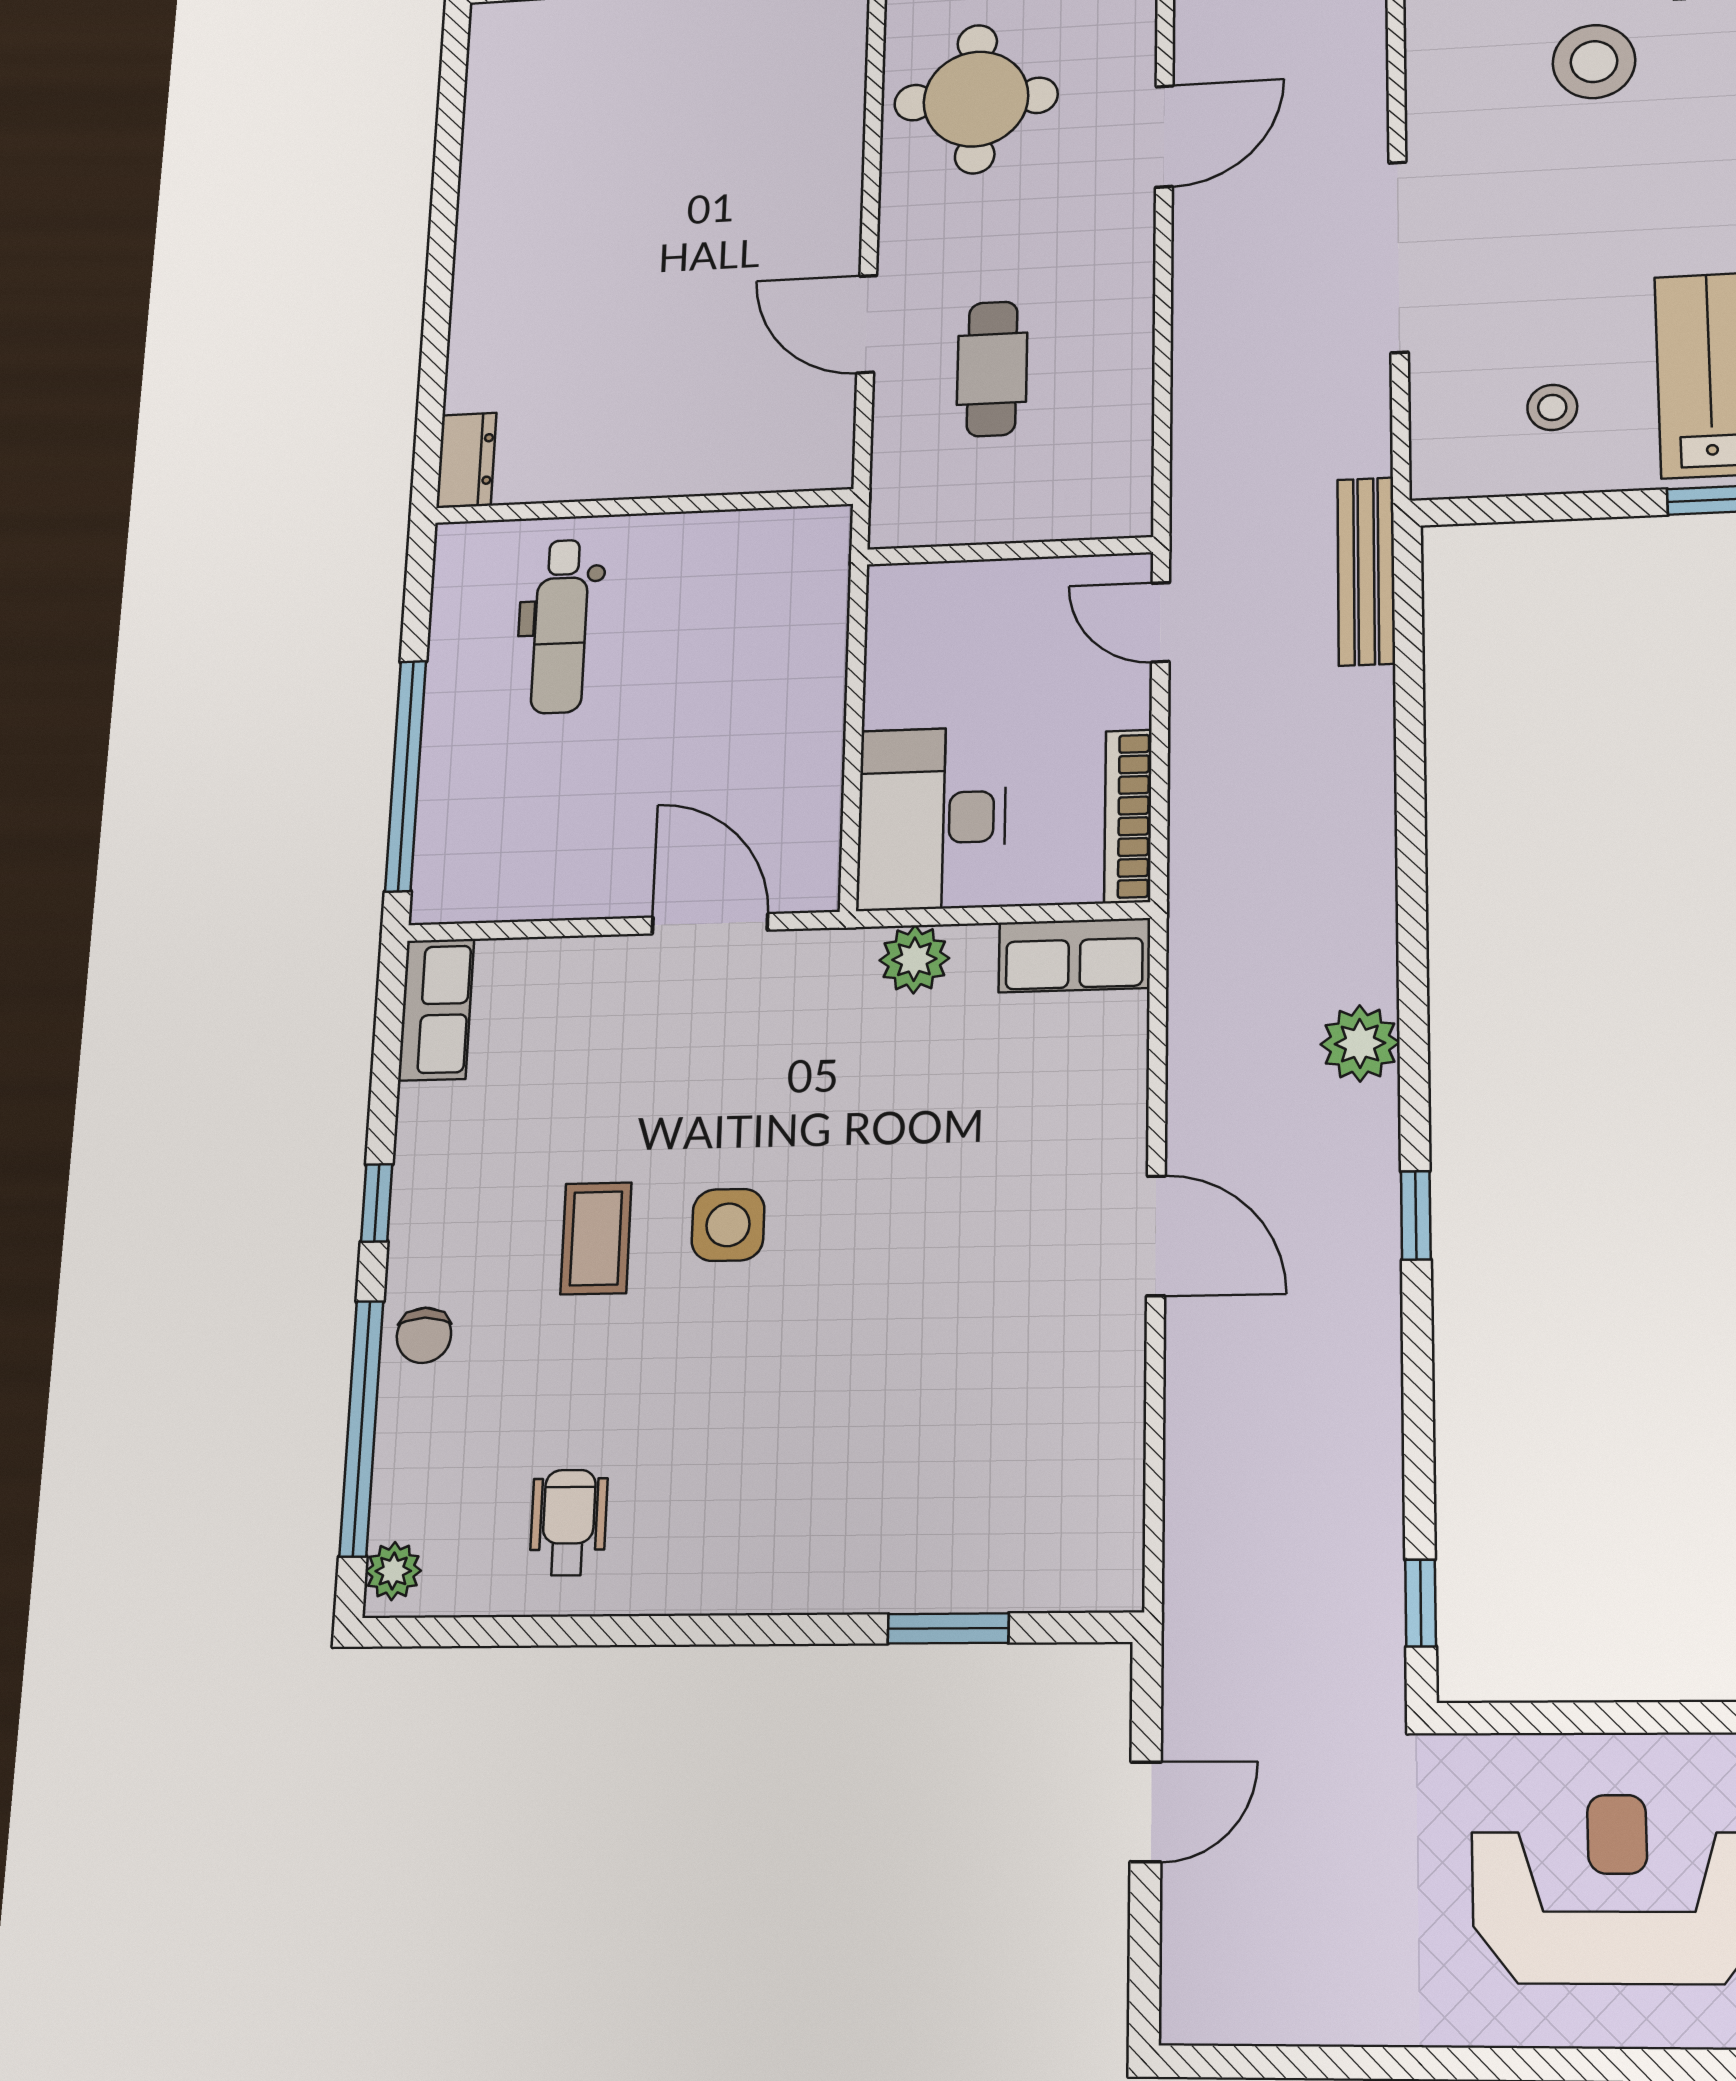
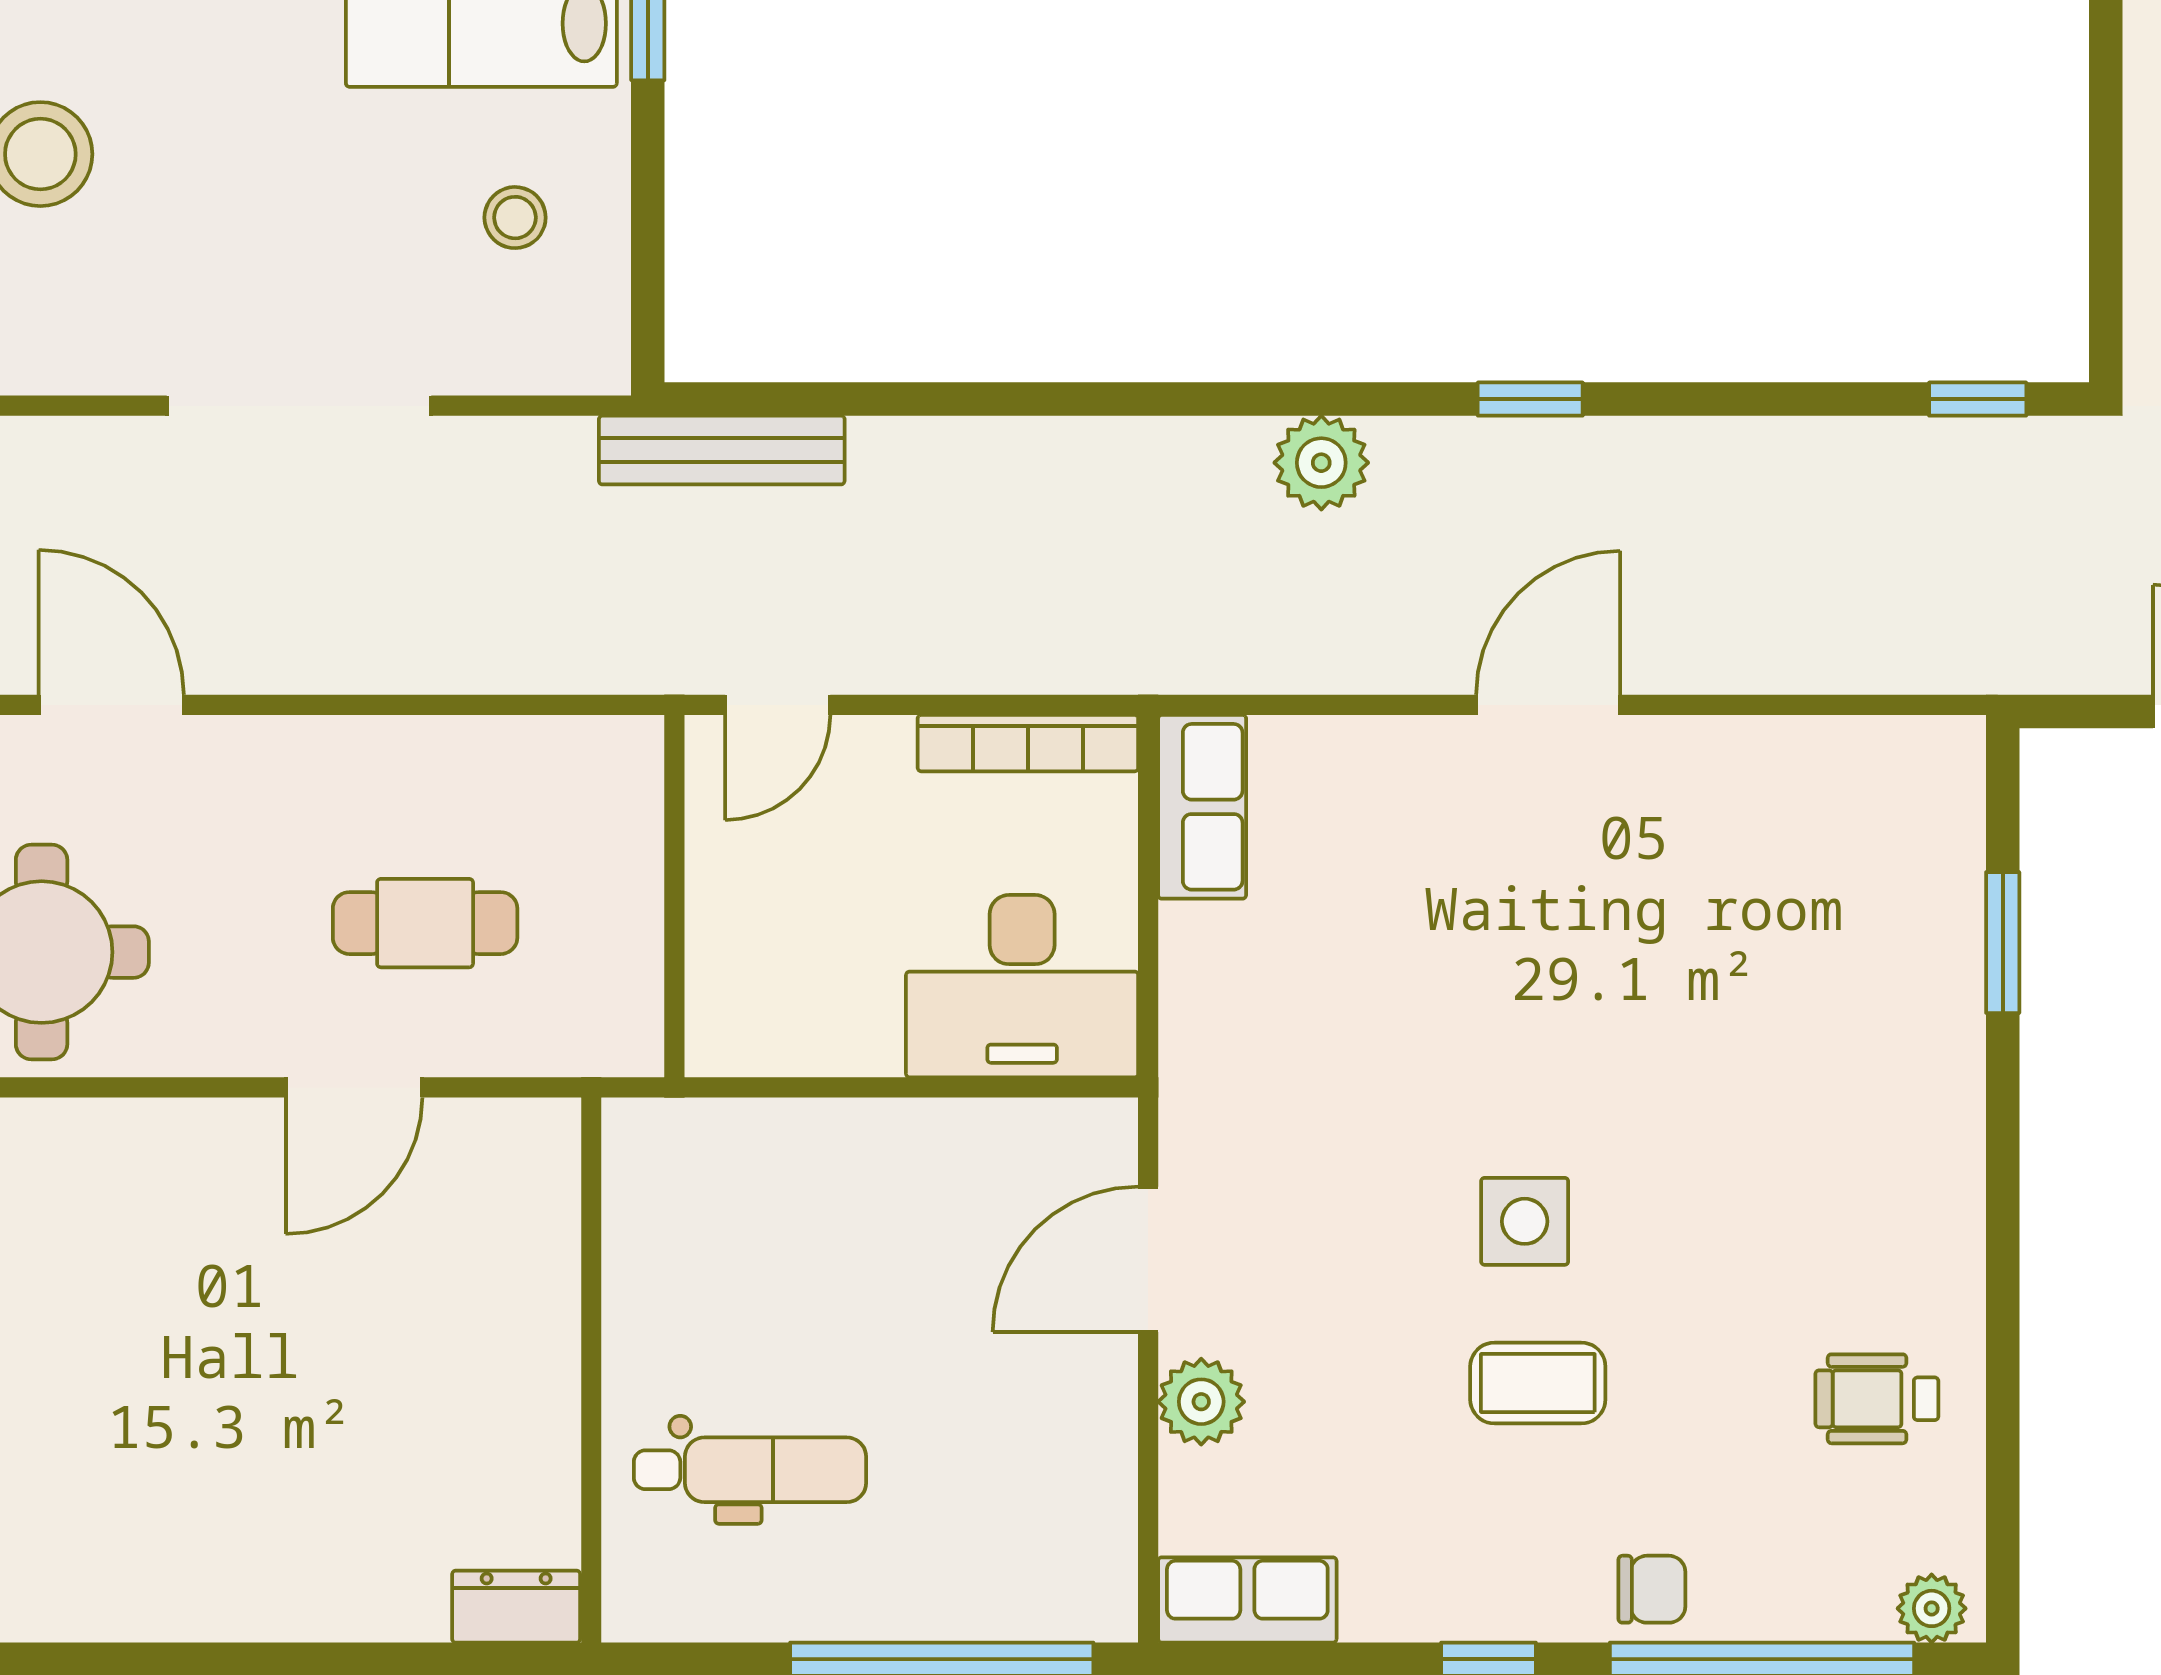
plant: (914, 959) -> (1201, 1402), moved

